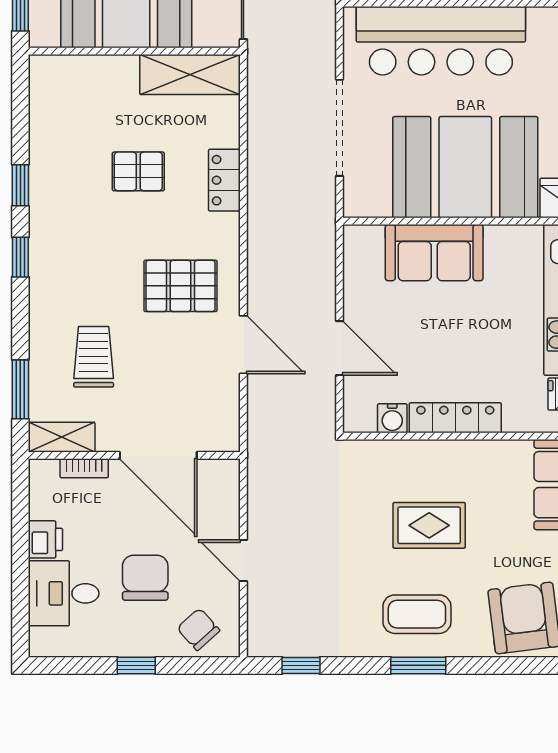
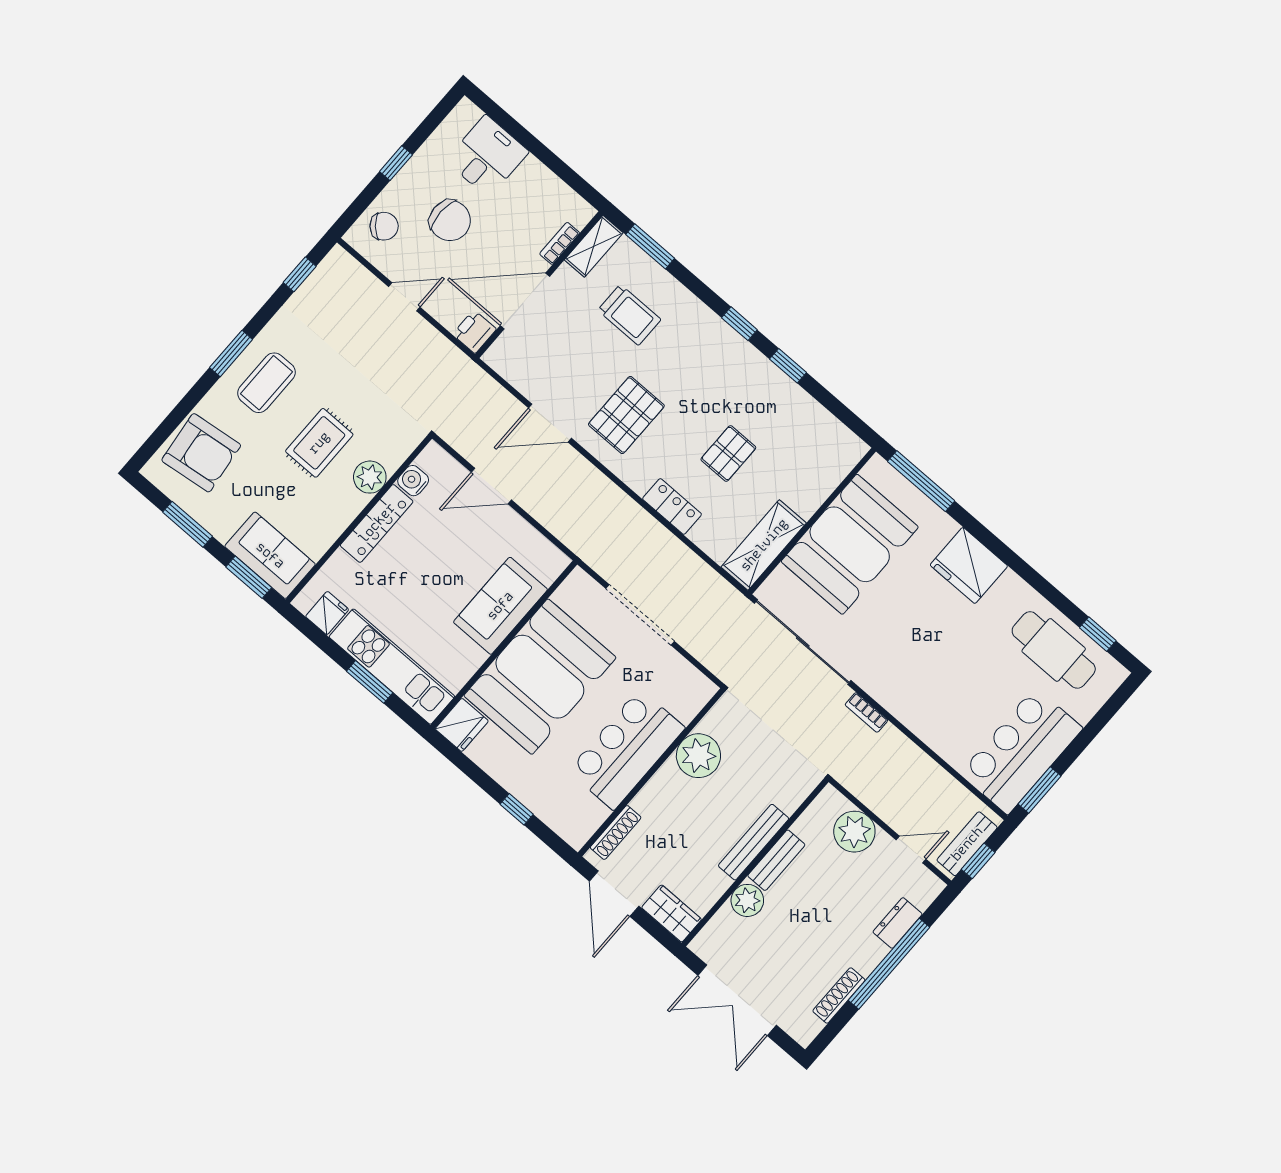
bar counter: (441, 41) -> (626, 749), width x0.73
plant: (421, 457) -> (370, 477), added
printer: (45, 539) -> (474, 332), moved, turned 90

